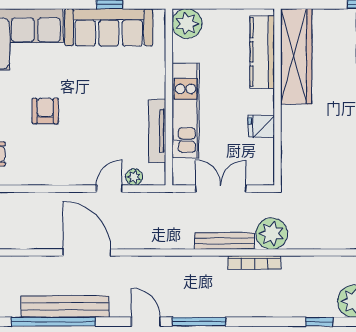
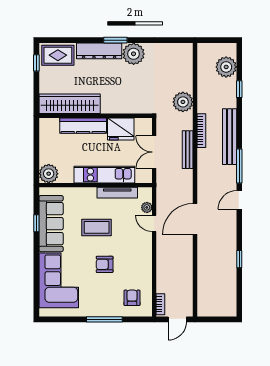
kitchen counter: (262, 52) -> (83, 126), moved
coffee table: (103, 98) -> (97, 227), added
fridge: (261, 127) -> (121, 129), width x1.88, depth x1.34
plant: (272, 234) -> (183, 102), moved
door: (87, 252) -> (195, 219), moved
bench: (65, 307) -> (230, 137), moved
window: (53, 322) -> (239, 259), width x0.32

